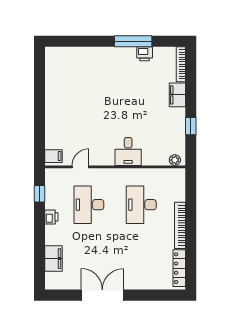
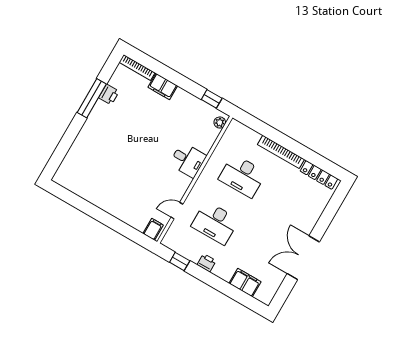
window: (191, 126) -> (212, 99), moved
door: (81, 167) -> (177, 211), hinge flipped

